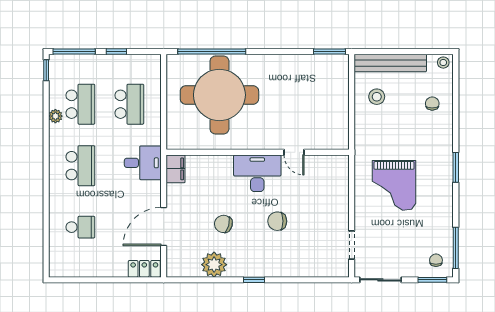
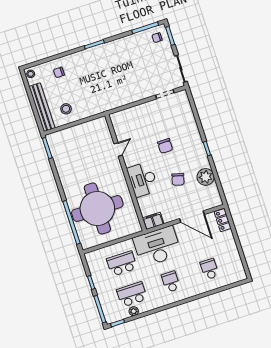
plant: (55, 116) -> (134, 311), moved
desk: (143, 163) -> (157, 246), width x1.87, depth x1.30
school desk: (80, 166) -> (171, 282), width x0.54
desk: (257, 173) -> (143, 179), moved
grand piano: (394, 185) -> (118, 80), removed

